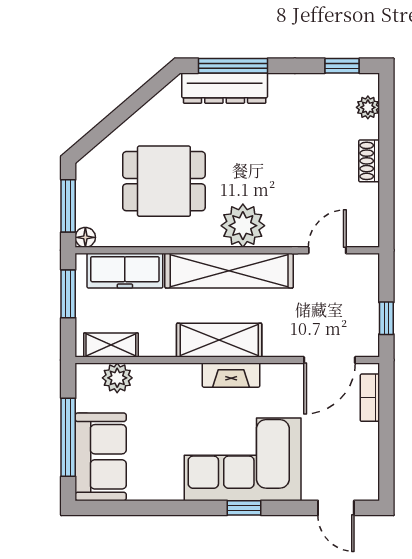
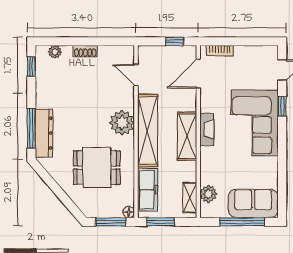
dining table: (164, 181) -> (97, 168), turned 90
door: (329, 360) -> (198, 74), swing flipped
window: (244, 508) -> (282, 106), moved

